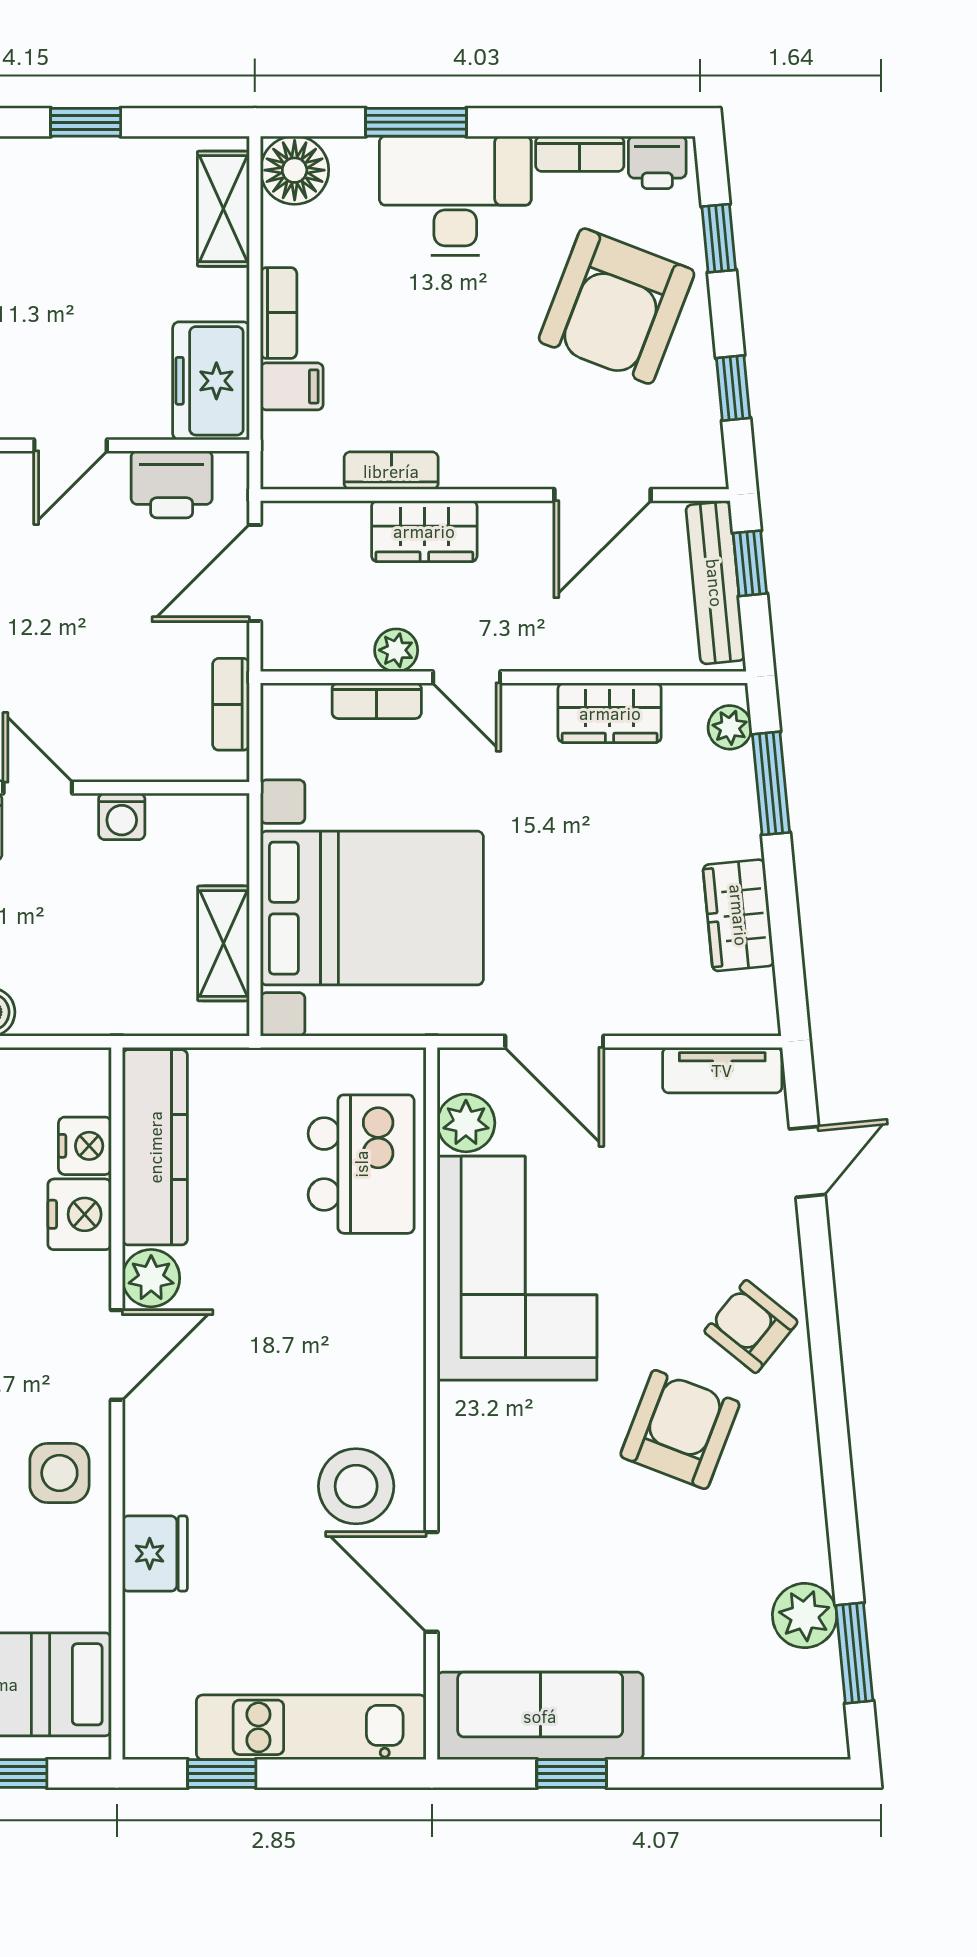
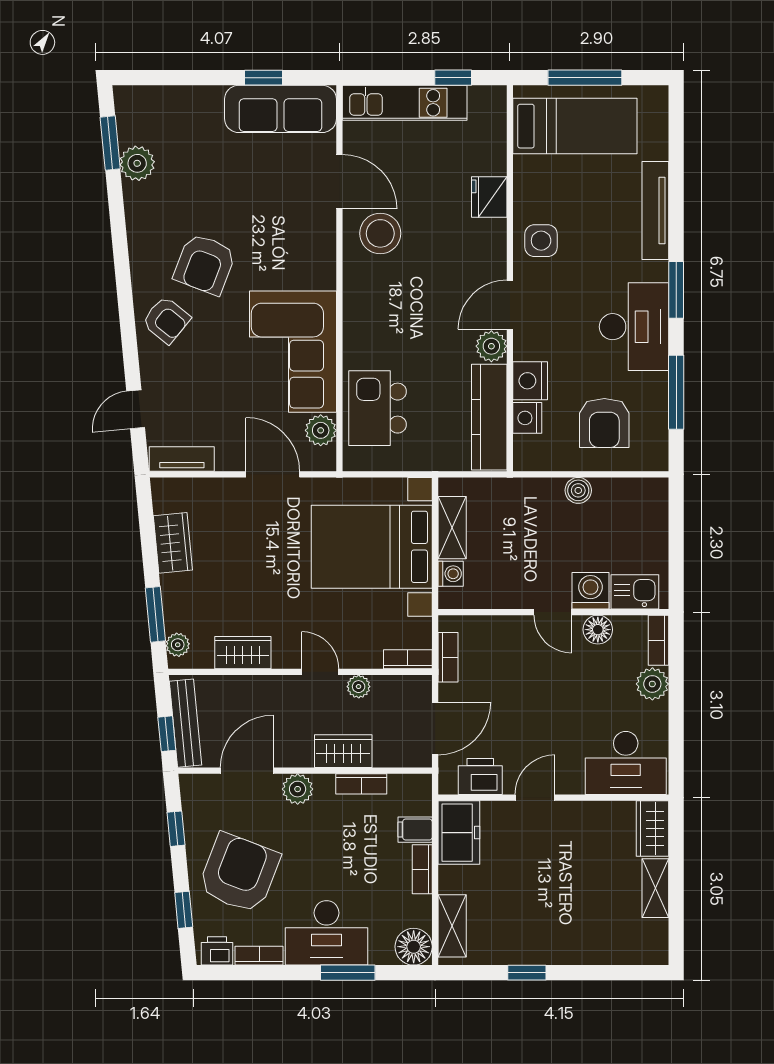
plant: (509, 461) -> (298, 789), added
bookcase: (377, 701) -> (408, 659), moved
washing machine: (122, 816) -> (451, 574), moved, turned 90

